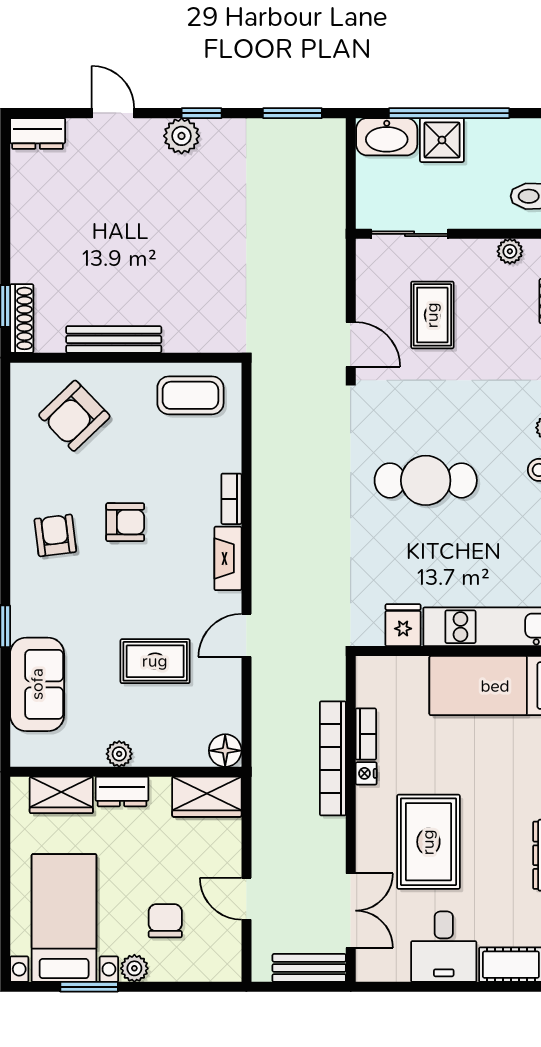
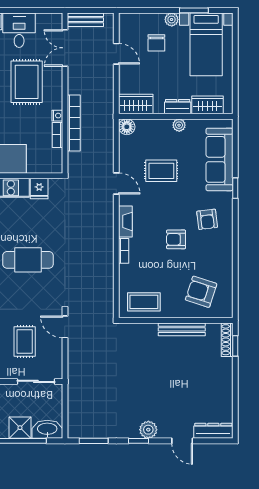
dresser: (38, 134) -> (213, 431), width x1.44
armchair: (74, 416) -> (201, 292), turned -118
armchair: (55, 535) -> (207, 219), moved
door: (246, 635) -> (116, 184), hinge flipped
sofa: (37, 684) -> (219, 159), width x1.36

